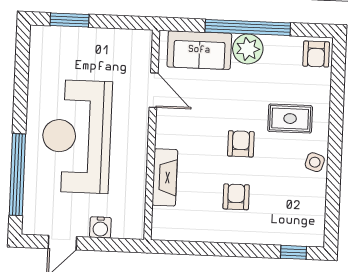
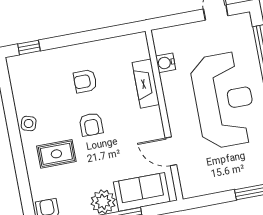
armchair: (236, 197) -> (85, 81), turned 90
water cooler: (100, 227) -> (166, 63), moved, turned -90

